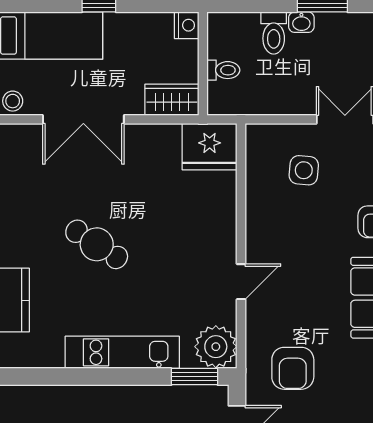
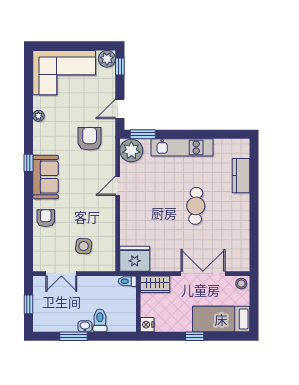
toilet: (223, 70) -> (127, 281), moved
cafe table: (97, 244) -> (196, 206), turned 60

